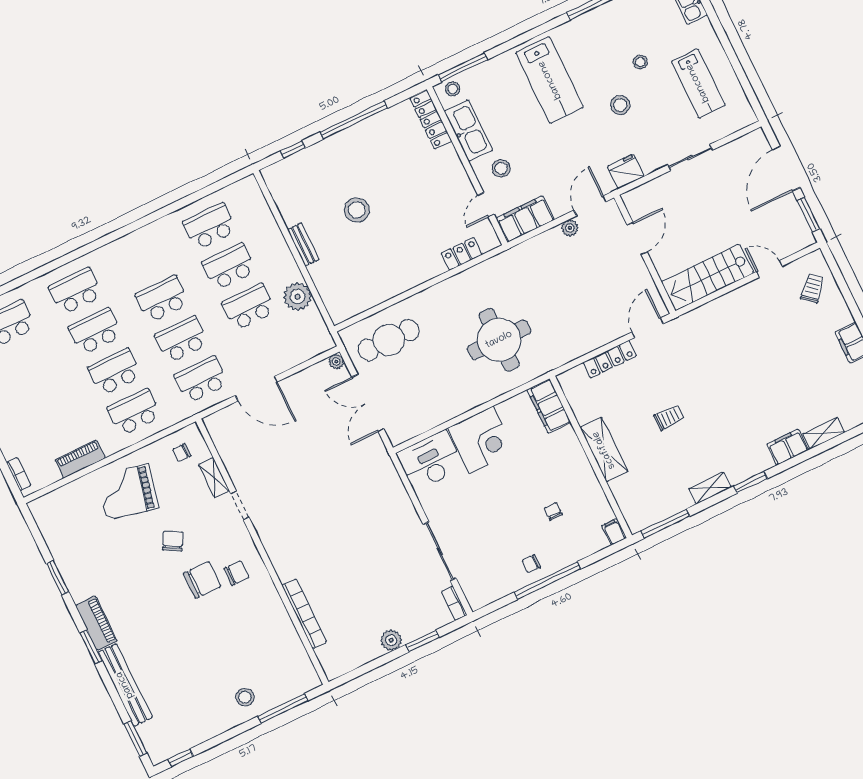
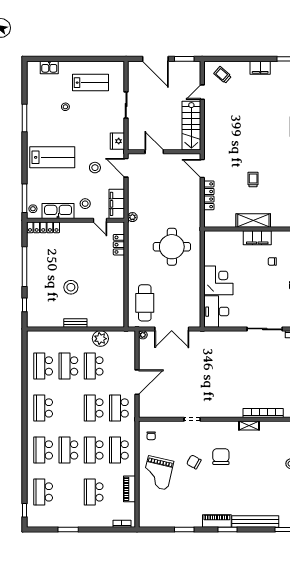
stool: (620, 105) -> (95, 168), moved
plant: (570, 228) -> (132, 217), moved
school desk: (162, 299) -> (43, 408), moved
school desk: (48, 404) -> (94, 492), added
filing cabinet: (549, 406) -> (257, 238), moved
shelving: (214, 478) -> (249, 426), moved
chair: (236, 573) -> (226, 437), removed

